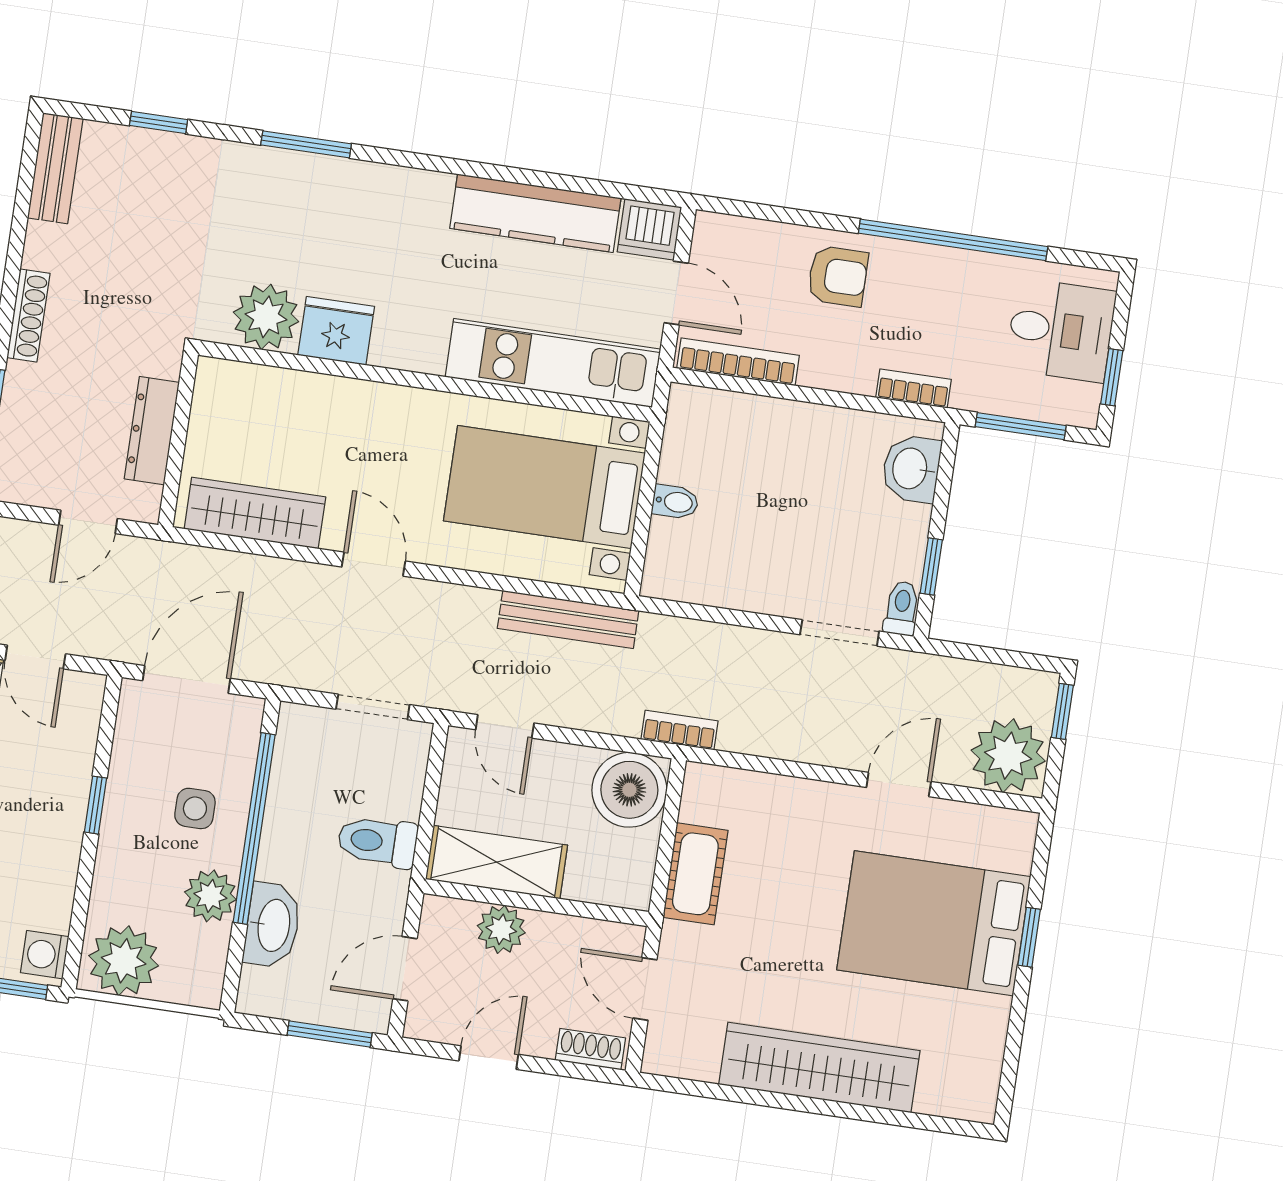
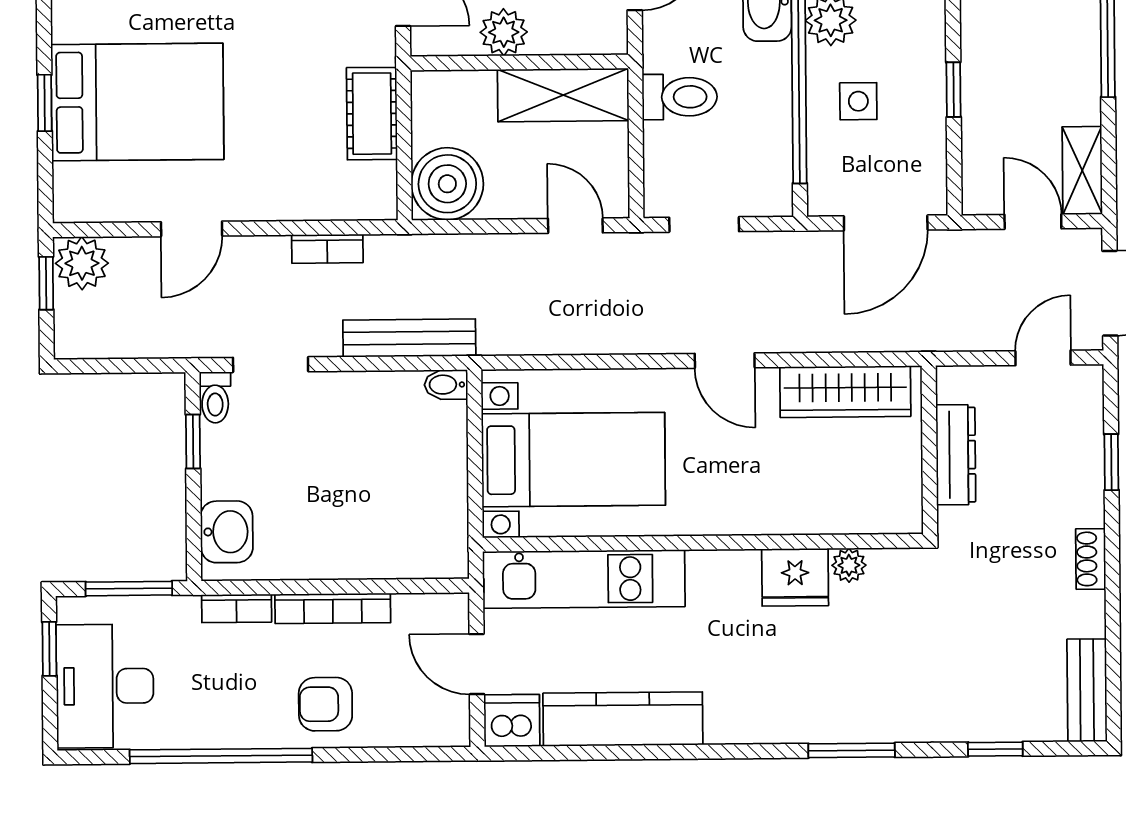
shoe rack: (28, 315) -> (1091, 559), width x0.70
plant: (266, 317) -> (849, 565), width x0.53, depth x0.53
desk: (1061, 330) -> (105, 686), width x1.37
bookcase: (738, 362) -> (333, 608), moved
bidet: (675, 502) -> (446, 385), moved
door: (88, 522) -> (1043, 358), moved
bench: (568, 619) -> (409, 338), moved
window: (1062, 711) -> (46, 283), moved
bookcase: (679, 730) -> (327, 249), moved
plant: (1008, 756) -> (82, 263), width x0.73, depth x0.73
plant: (501, 929) -> (504, 32), moved

